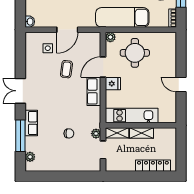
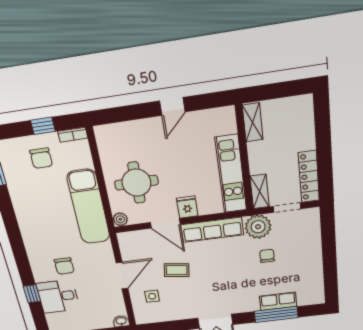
door: (67, 30) -> (122, 276), hinge flipped
row of seats: (94, 91) -> (212, 230), width x1.48
row of seats: (31, 123) -> (278, 301), moved
shelving: (142, 133) -> (253, 122), moved
plant: (96, 134) -> (258, 227), width x1.87, depth x1.87
plant: (30, 157) -> (304, 300), removed
locker: (153, 166) -> (309, 177), moved

